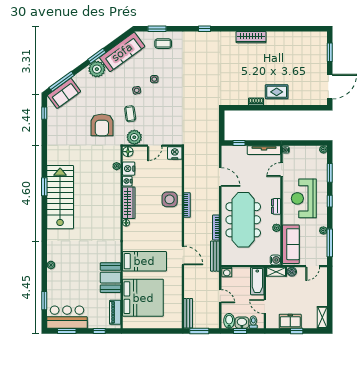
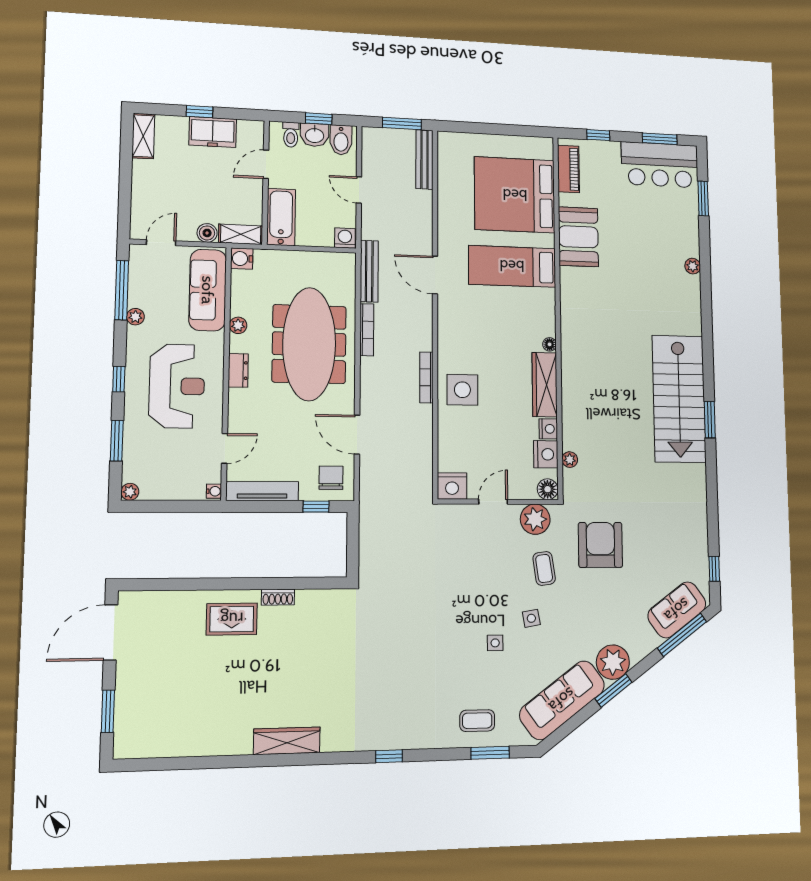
chair: (232, 157) -> (331, 478), added
door: (265, 307) -> (266, 164), swing flipped

